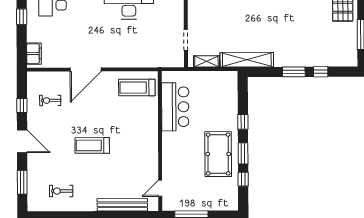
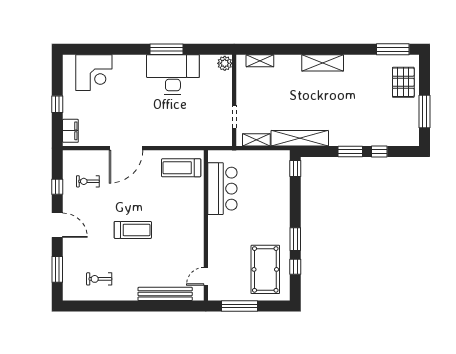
window: (22, 17) -> (57, 104), moved
window: (243, 122) -> (295, 168), moved
treadmill: (92, 145) -> (133, 230), turned 180
pool table: (218, 154) -> (265, 269), moved

